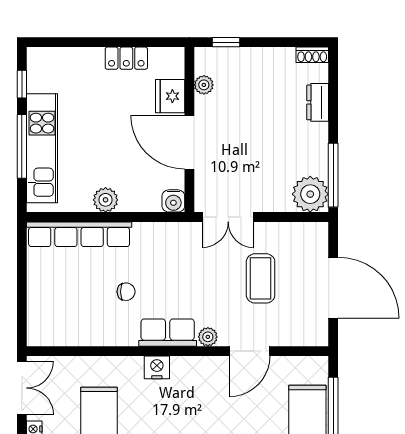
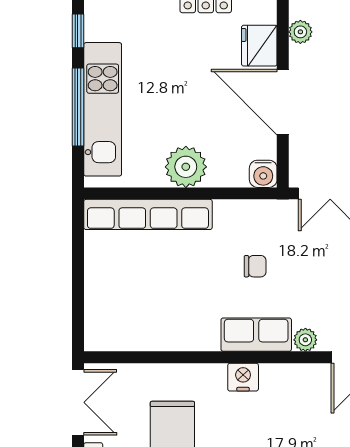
plant: (106, 200) -> (186, 167), width x1.36, depth x1.36
chair: (126, 292) -> (255, 266), moved

